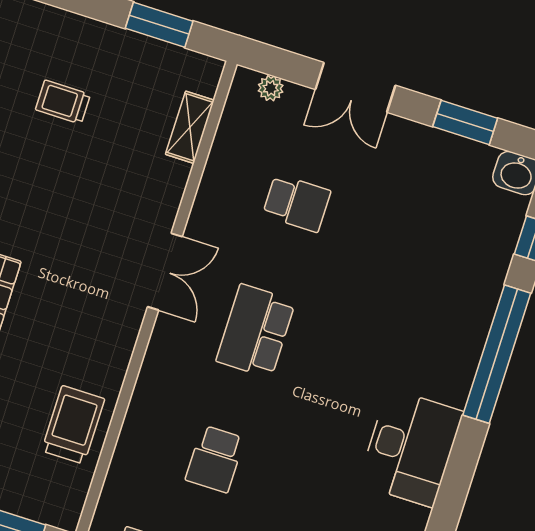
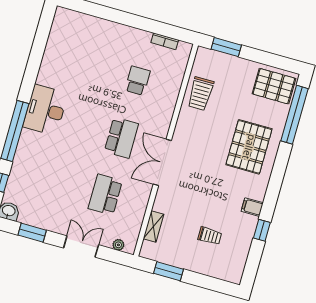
school desk: (297, 203) -> (105, 195), width x1.85
double door: (165, 272) -> (162, 162), width x1.37
desk: (411, 448) -> (45, 110), moved

